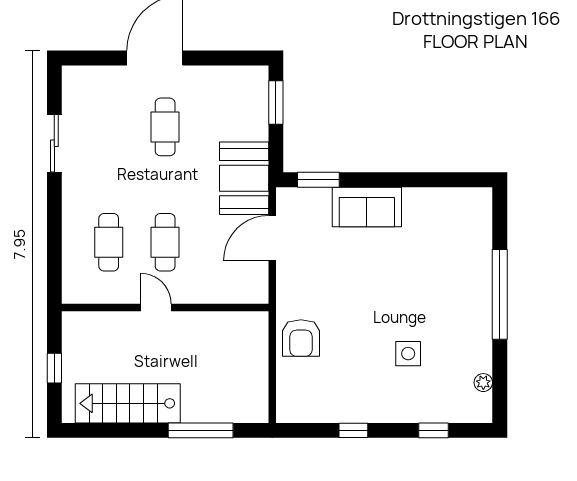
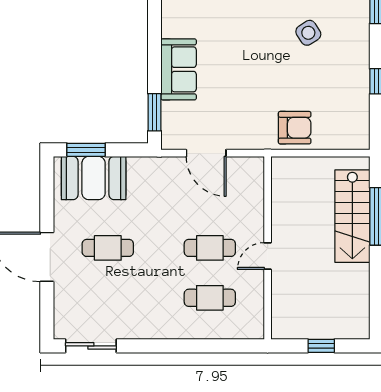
sliding door: (54, 143) -> (91, 346), moved
booth: (244, 178) -> (94, 178), moved
side table: (408, 354) -> (308, 33), turned -33
stairs: (128, 403) -> (352, 216), moved

